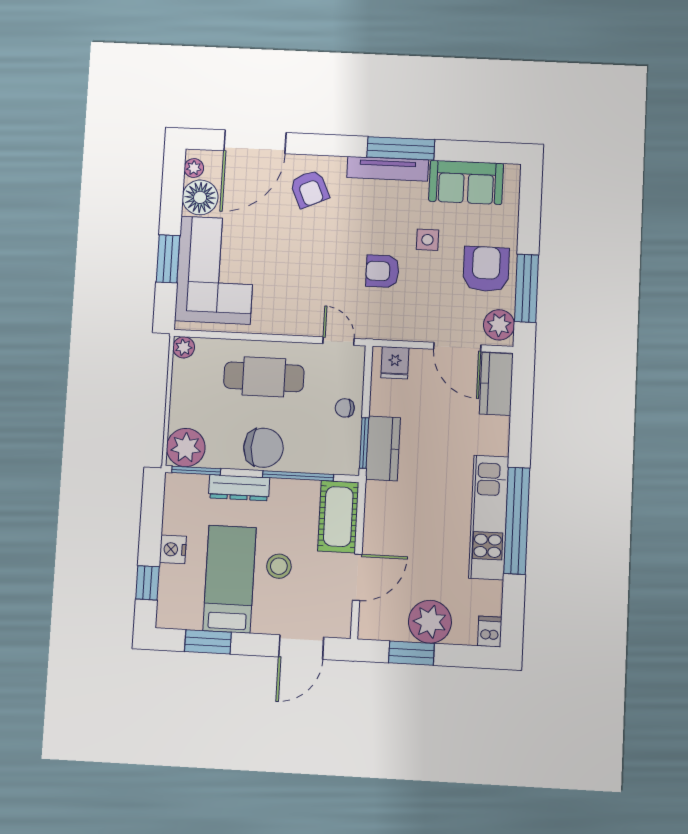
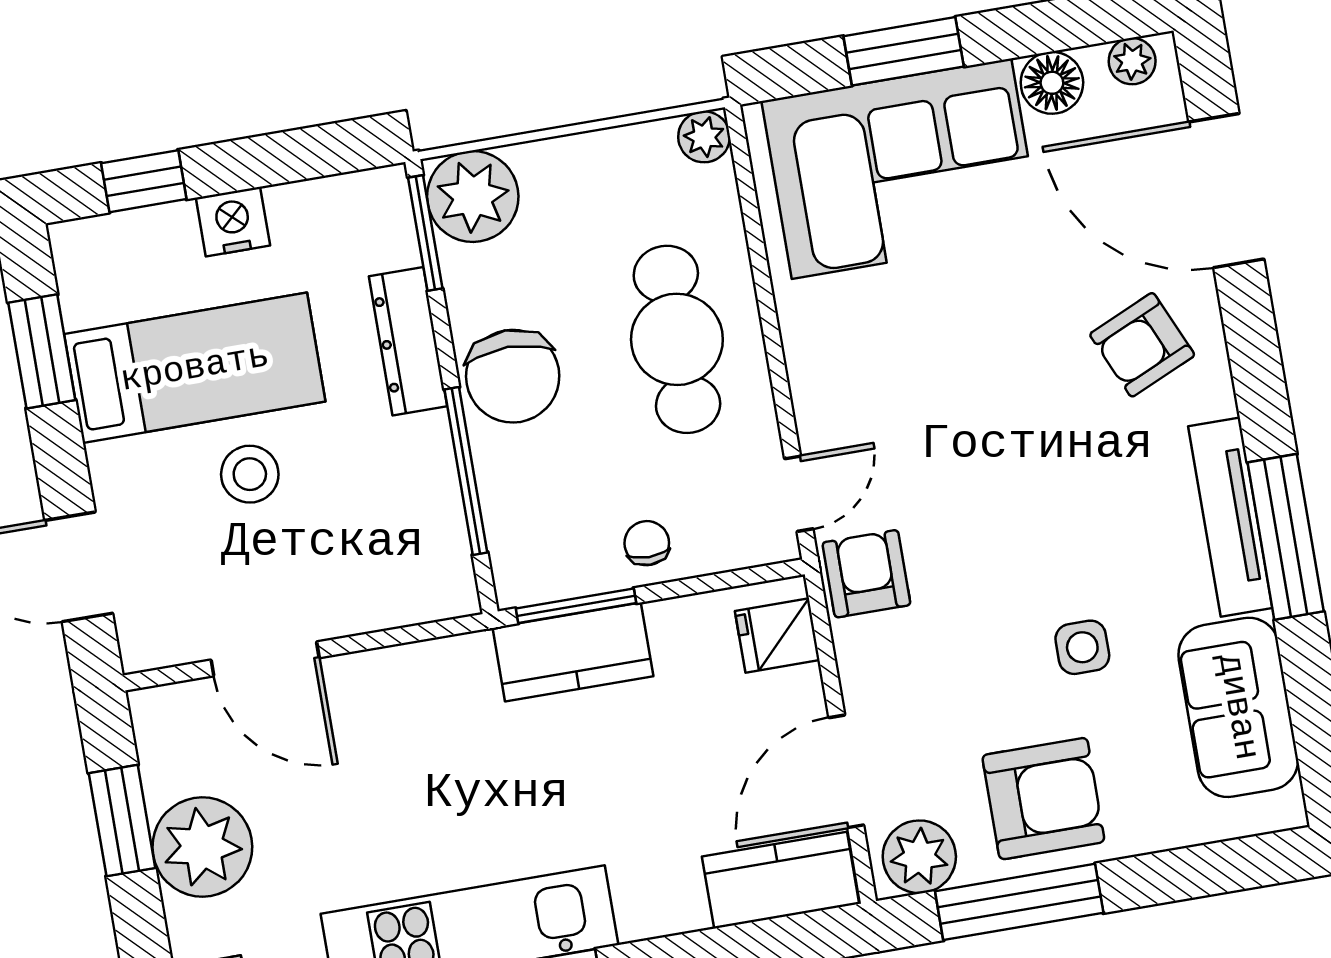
floor lamp: (200, 197) -> (1052, 83), width x0.73, depth x0.73
armchair: (382, 271) -> (866, 574), moved
cot: (338, 517) -> (394, 585), removed

